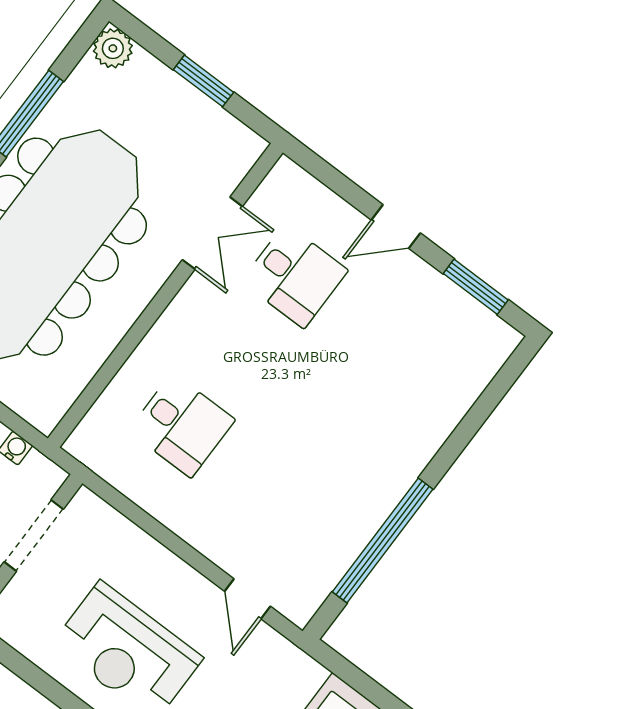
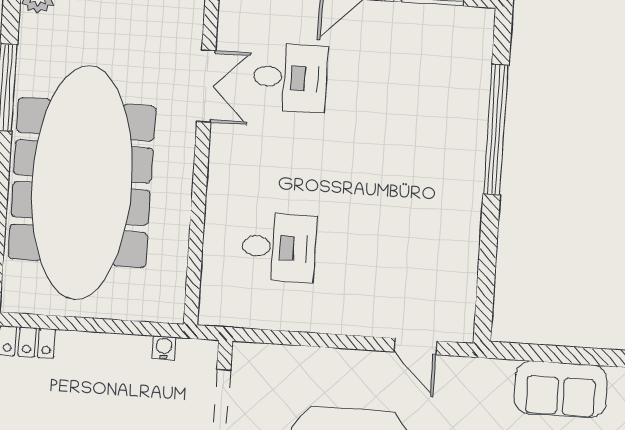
window: (383, 541) -> (496, 130), moved

